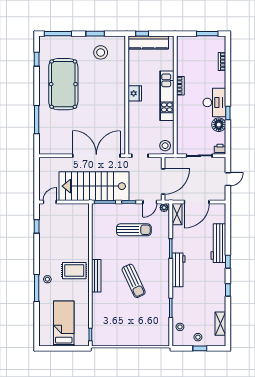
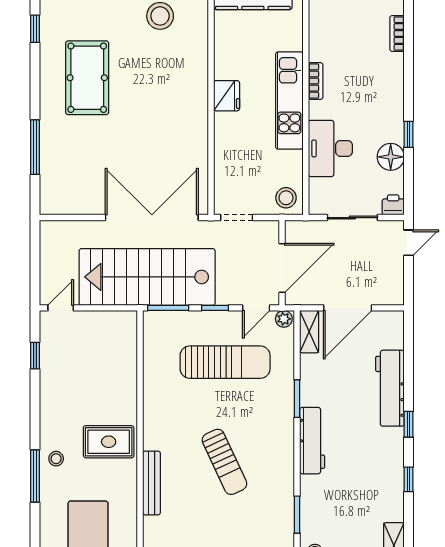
pool table: (63, 84) -> (87, 78), width x0.73, depth x0.76
desk: (214, 102) -> (330, 148), moved, turned 180
door: (228, 179) -> (409, 243), moved
sun lounger: (134, 230) -> (225, 362), width x1.36, depth x1.34
bench: (96, 276) -> (151, 483), moved

